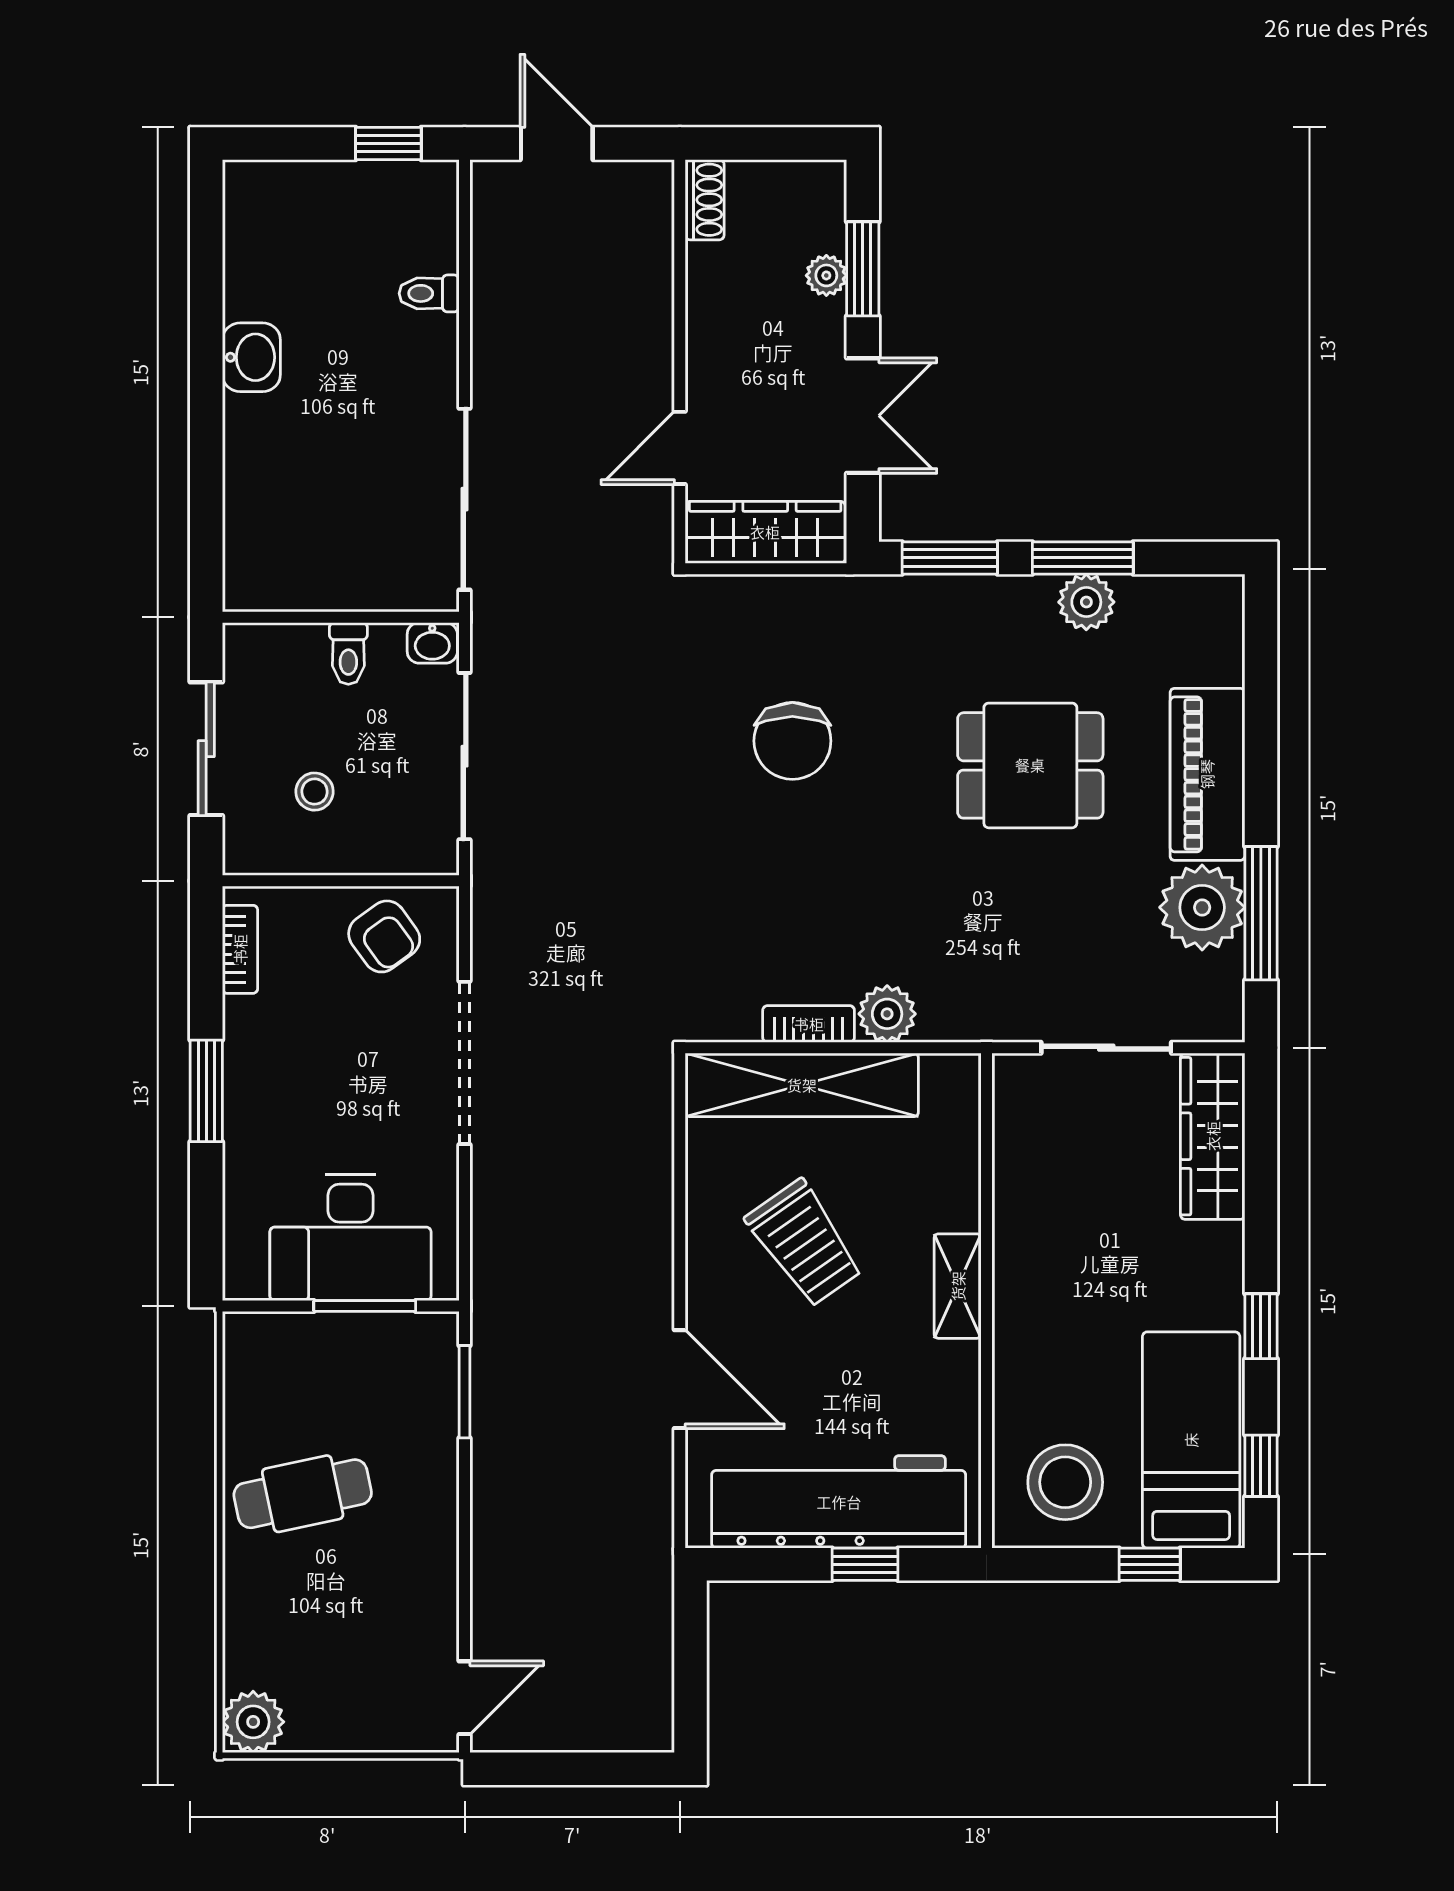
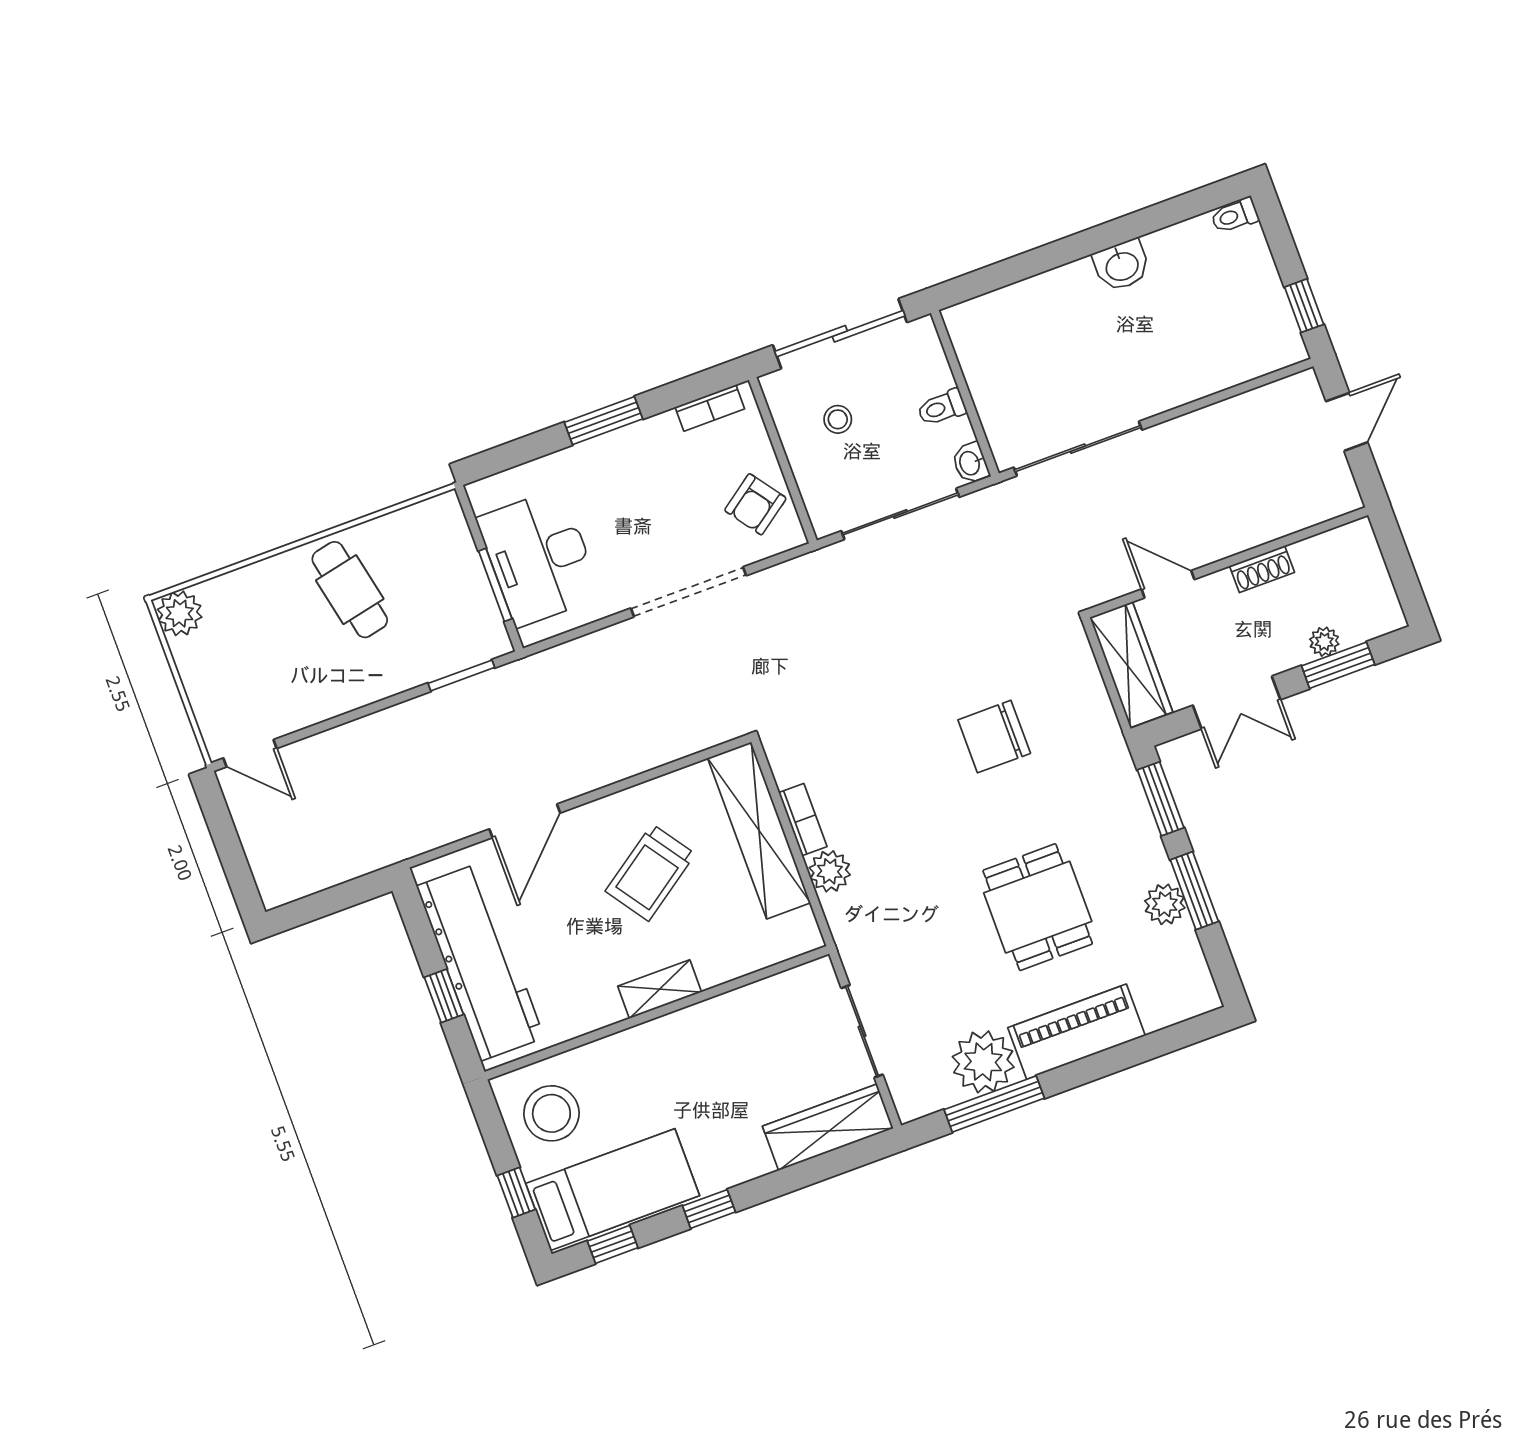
shoe rack: (705, 200) -> (1262, 569), moved
toilet: (429, 293) -> (1235, 215), moved, turned -90
sliding door: (206, 749) -> (840, 334), width x1.37

